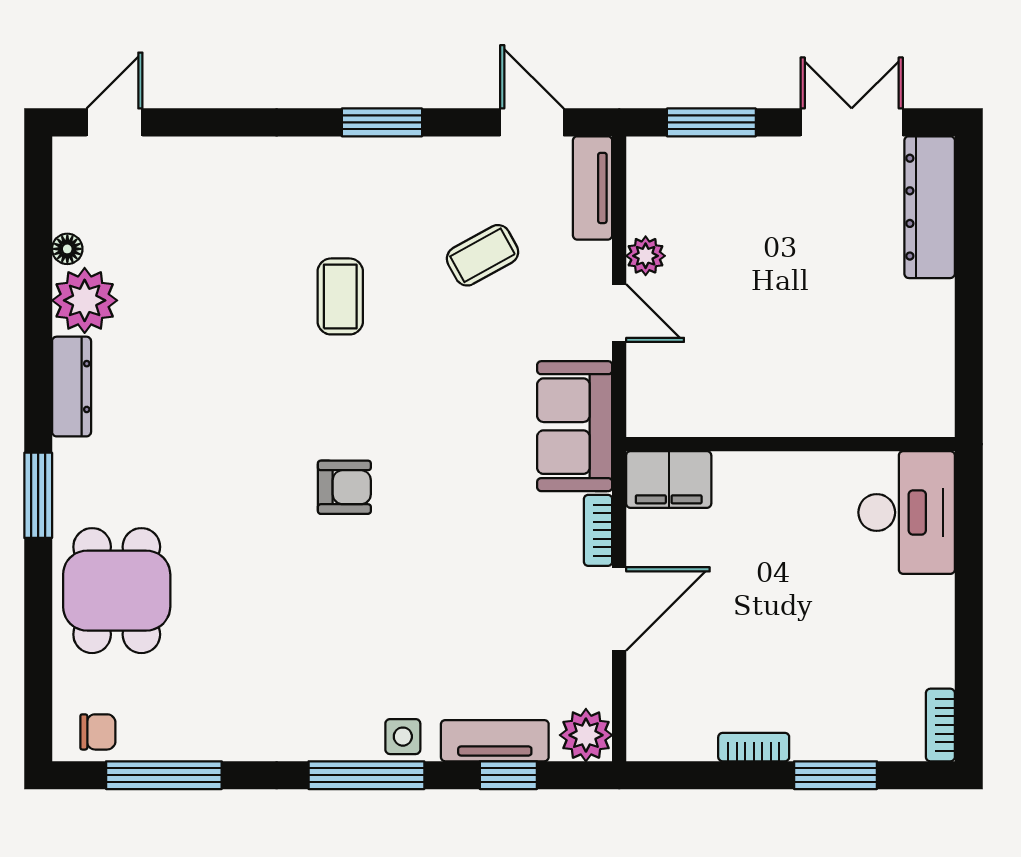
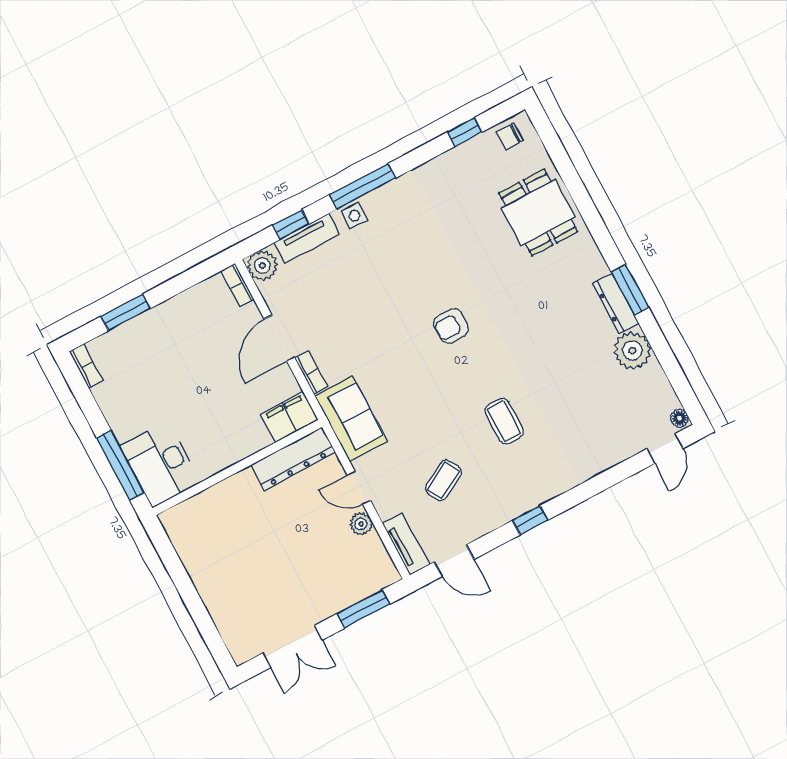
window: (382, 122) -> (530, 520), width x0.67
dresser: (930, 207) -> (293, 459), moved, turned 90
floor lamp: (67, 249) -> (680, 418), moved
window: (38, 495) -> (630, 289), moved
window: (969, 543) -> (121, 465), added
bookcase: (754, 747) -> (237, 285), moved, turned 90
window: (164, 775) -> (465, 132), width x0.46

